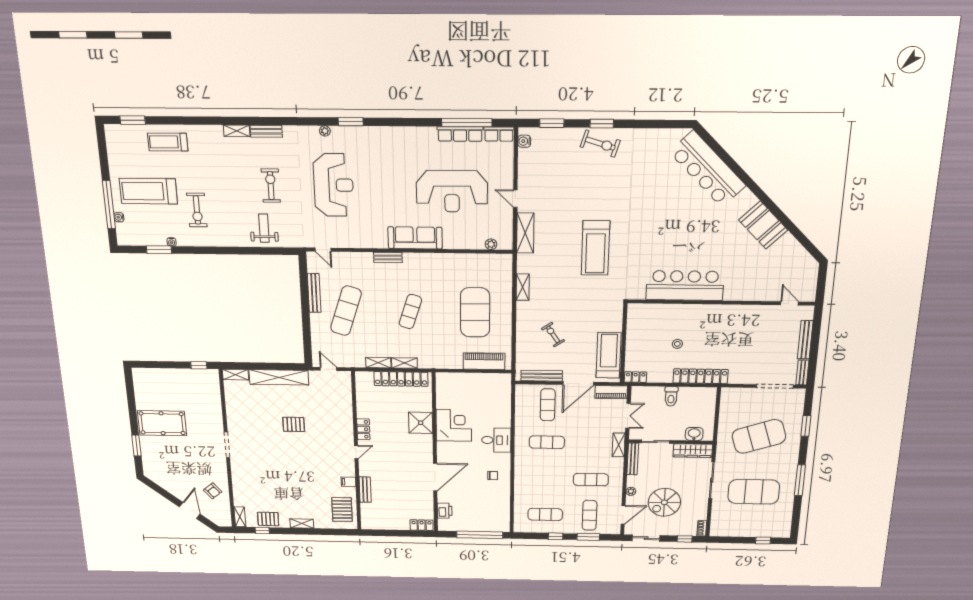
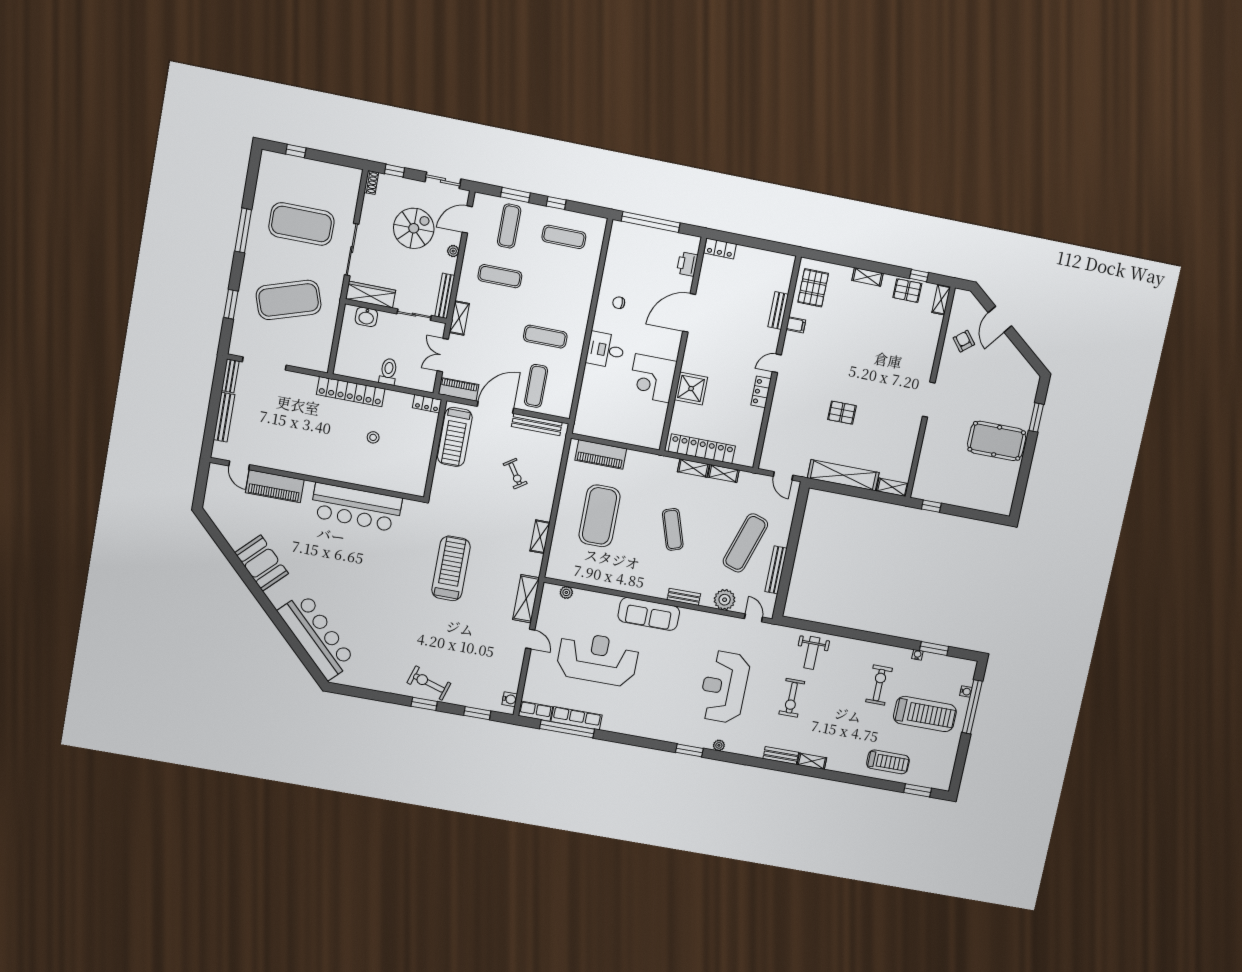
plant: (352, 261) -> (725, 600), added
piano: (757, 291) -> (275, 486), added
exercise mat: (410, 312) -> (673, 529), turned -36

